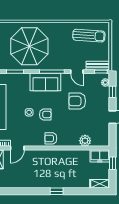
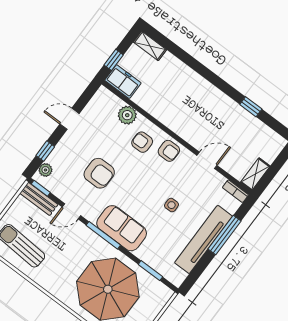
door: (77, 72) -> (71, 211), swing flipped
armchair: (45, 115) -> (142, 142), moved
door: (17, 148) -> (207, 160), moved
window: (57, 191) -> (251, 107), moved

